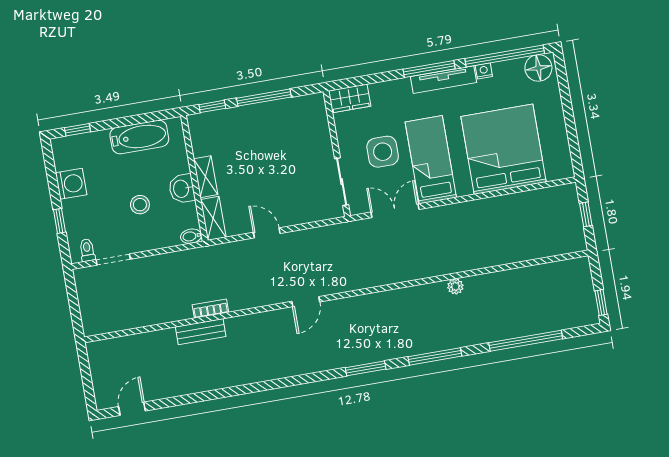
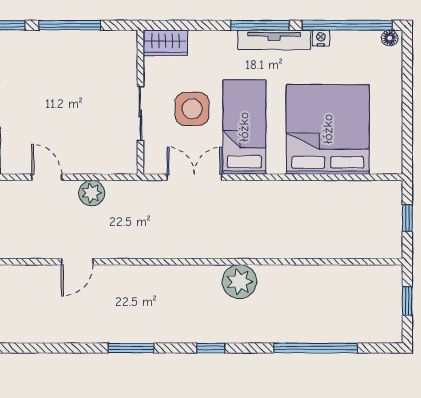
floor lamp: (538, 68) -> (390, 38), width x0.53, depth x0.53
sliding door: (342, 182) -> (140, 113), moved
plant: (308, 240) -> (92, 193), added
plant: (455, 286) -> (239, 282), width x1.88, depth x1.88
window: (601, 303) -> (407, 301), moved
window: (435, 356) -> (211, 348), width x0.46

